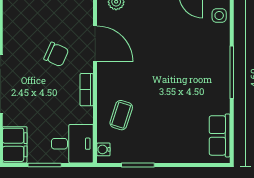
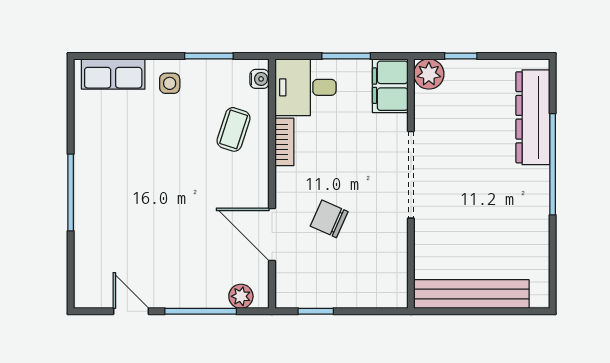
side table: (219, 15) -> (170, 83), moved
bookcase: (87, 90) -> (284, 142), moved
row of seats: (220, 135) -> (113, 74), moved, turned 90

